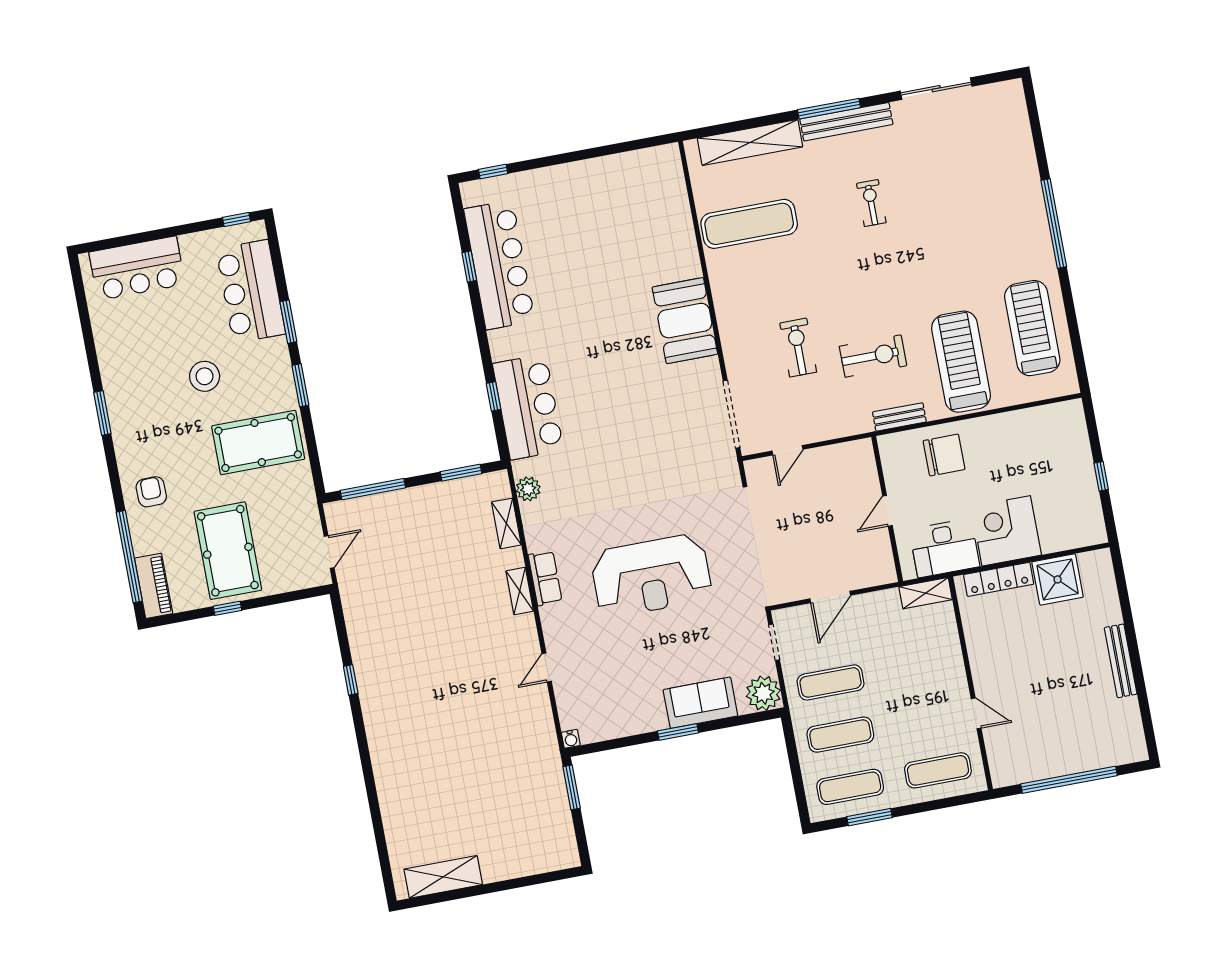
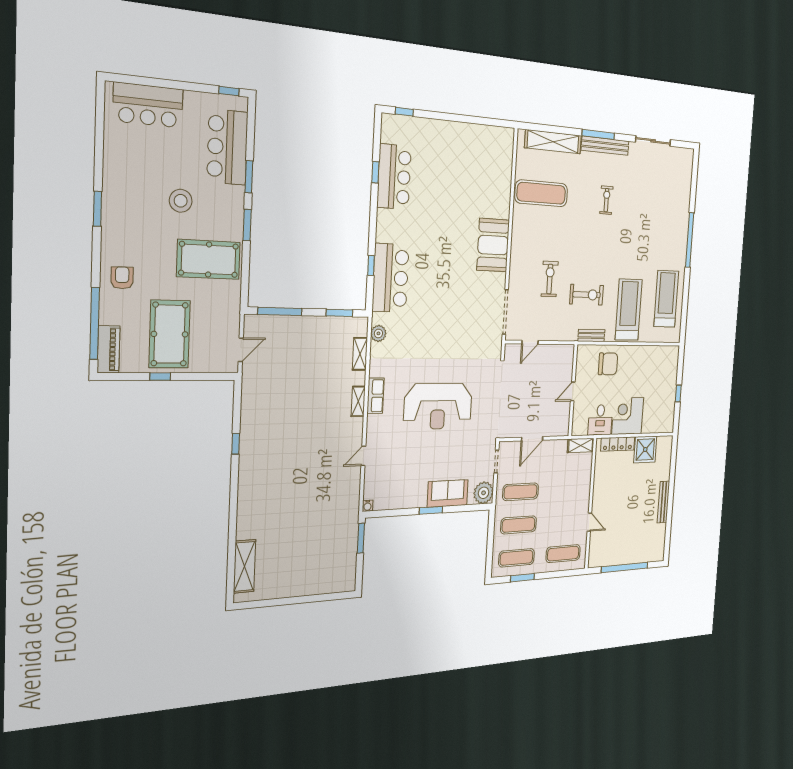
bar counter: (499, 265) -> (394, 177), width x0.73
desk: (944, 548) -> (600, 420), width x0.73
shelving: (443, 877) -> (245, 566), moved, turned 90

